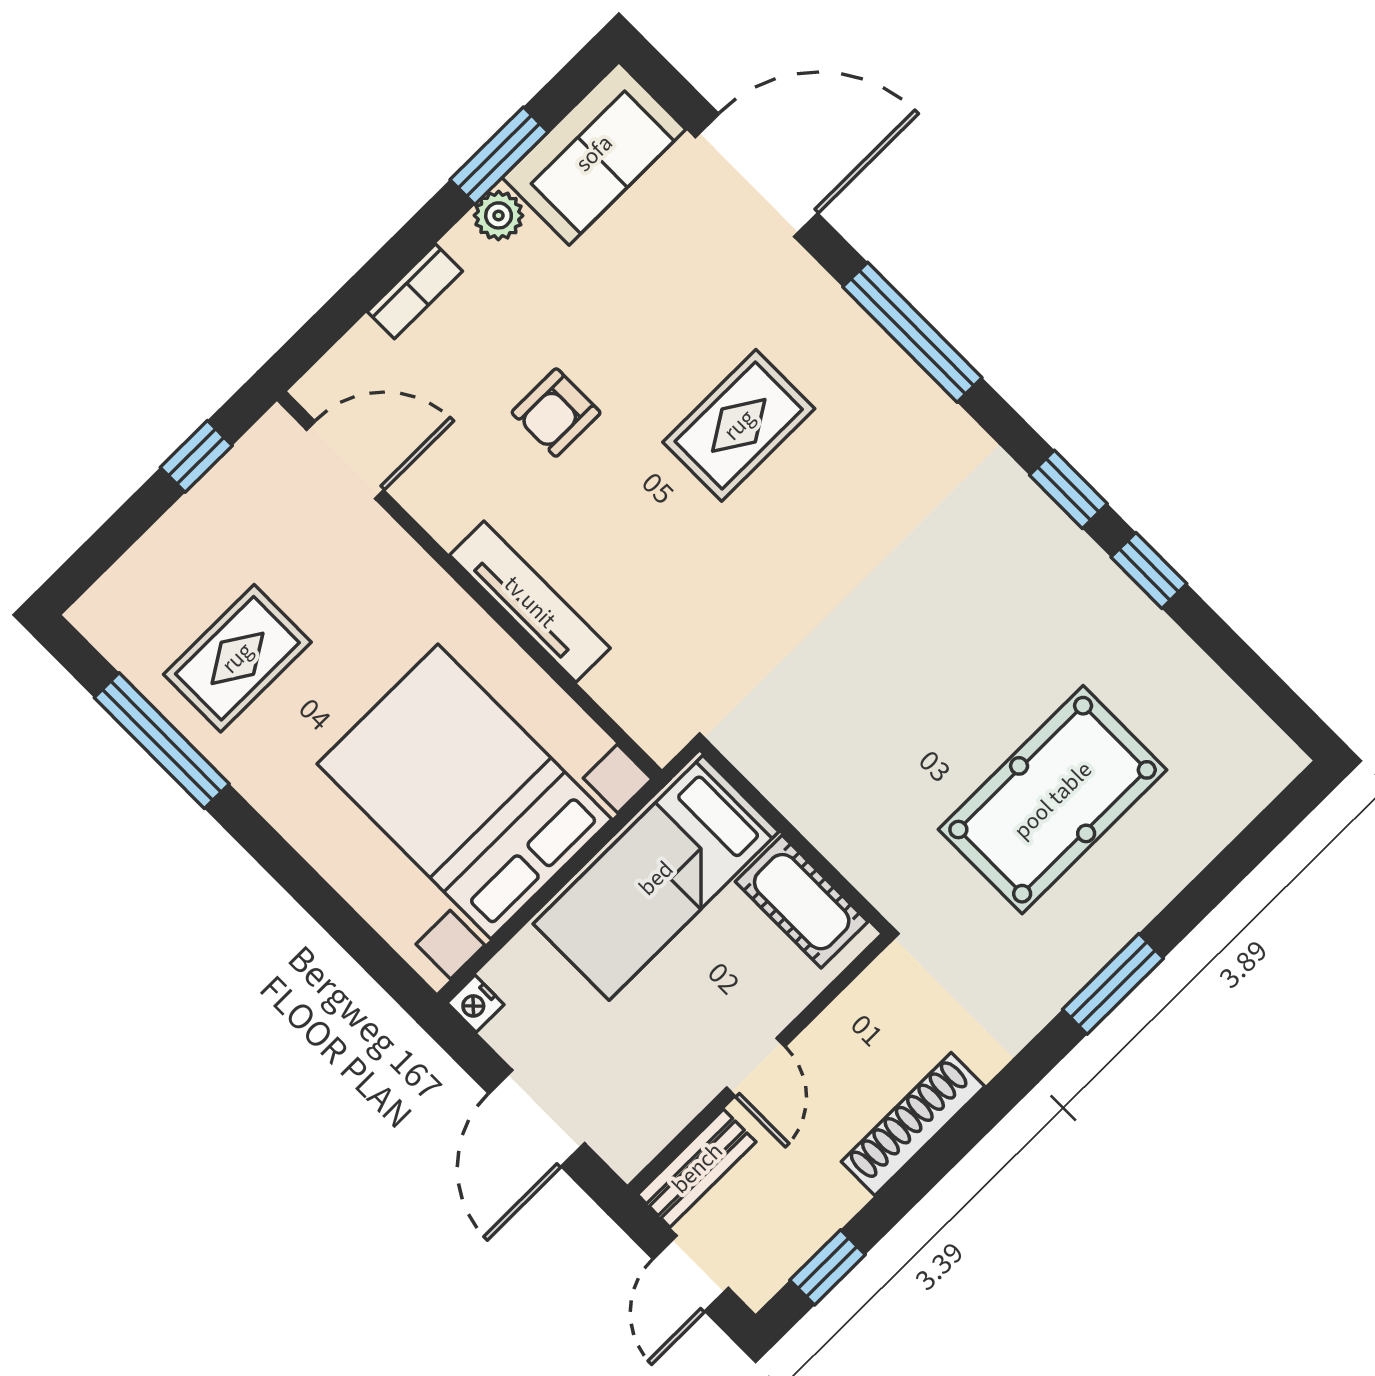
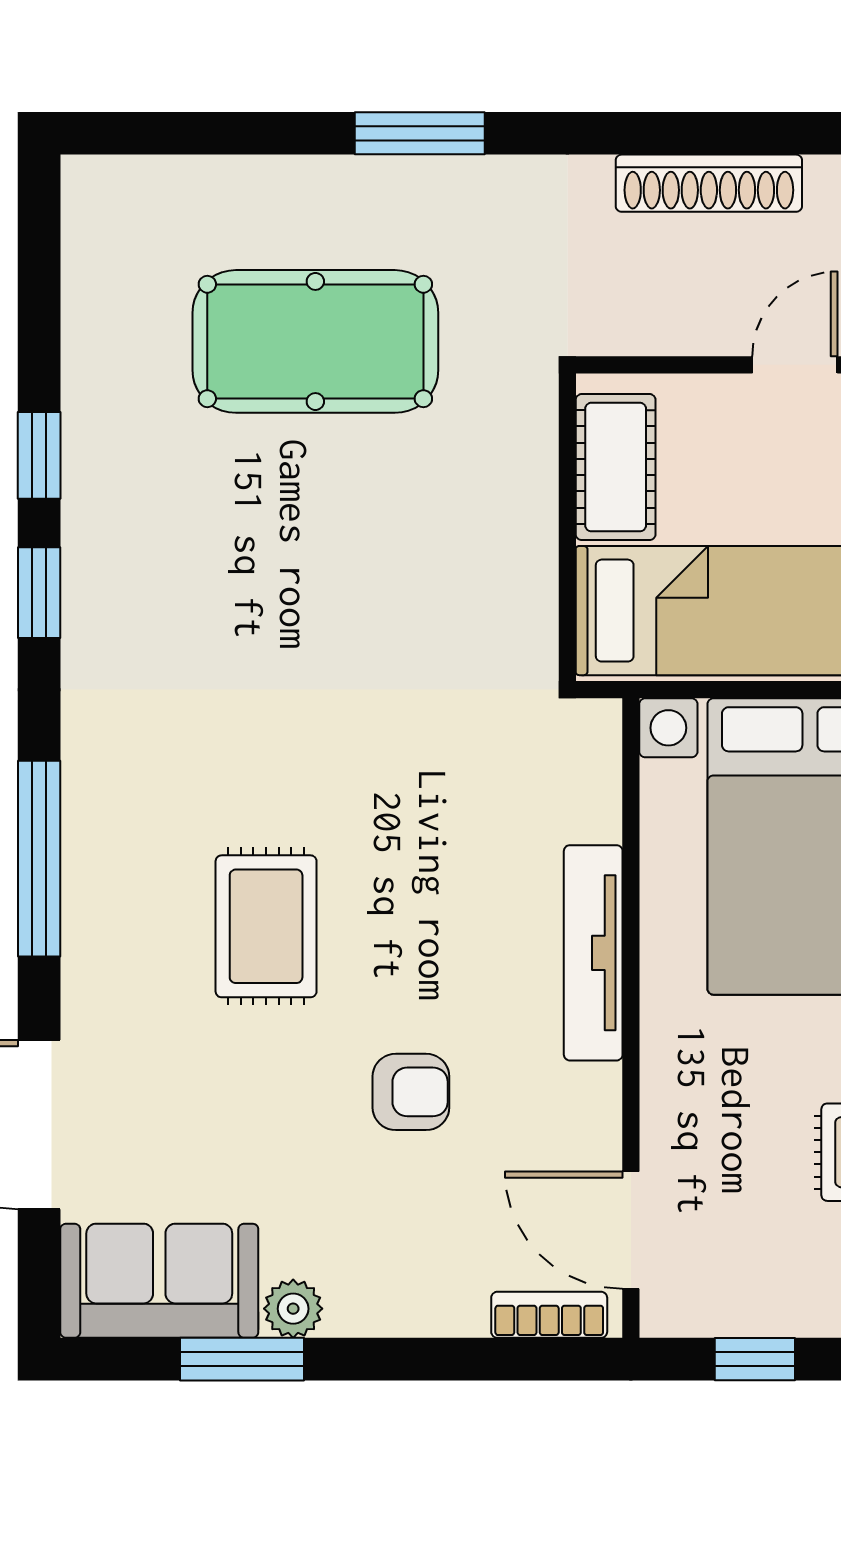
bookcase: (415, 291) -> (549, 1315), moved
rug: (739, 425) -> (266, 926), turned 90

